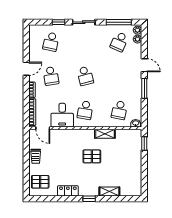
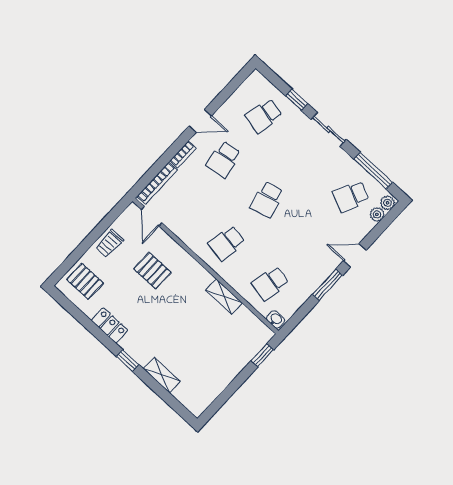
door: (144, 65) -> (355, 255), swing flipped
desk: (62, 115) -> (192, 222), removed
pallet: (92, 156) -> (152, 271), moved

